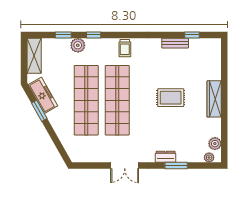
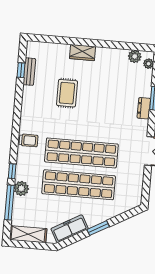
window: (63, 35) -> (9, 202), width x2.17
bench: (175, 43) -> (29, 72), moved
rug: (171, 98) -> (67, 93), moved
wardrobe: (214, 99) -> (83, 53), width x0.67
window: (39, 111) -> (98, 228), moved

